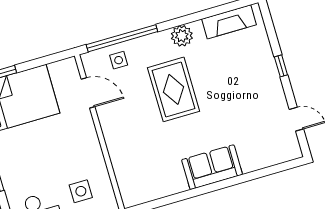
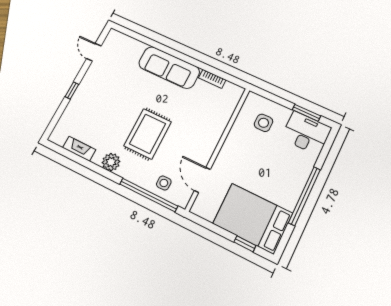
fireplace: (229, 22) -> (79, 149), width x0.73, depth x0.76
sofa: (212, 167) -> (169, 67), width x1.36
bookcase: (163, 191) -> (212, 79), added

